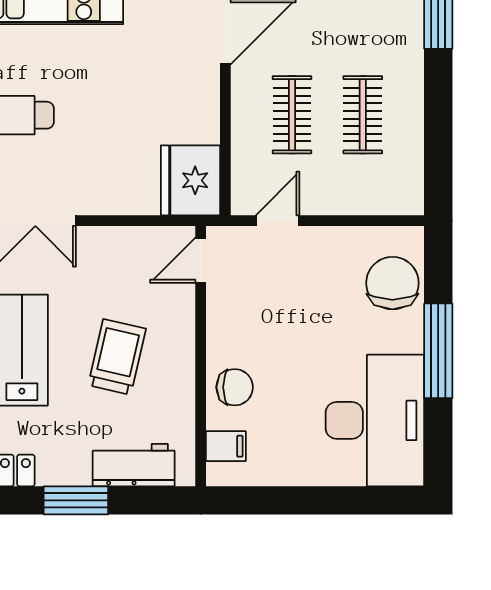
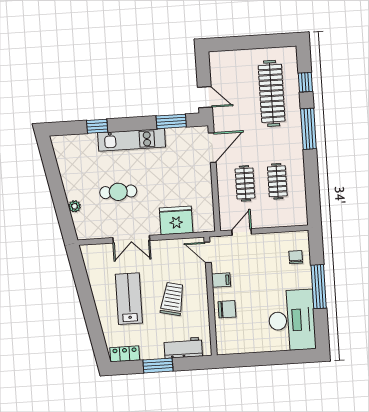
fridge: (190, 180) -> (176, 220), moved, turned 90
door: (201, 260) -> (208, 252), hinge flipped
chair: (392, 283) -> (296, 257), width x0.54, depth x0.54
filing cabinet: (226, 446) -> (221, 280), moved

